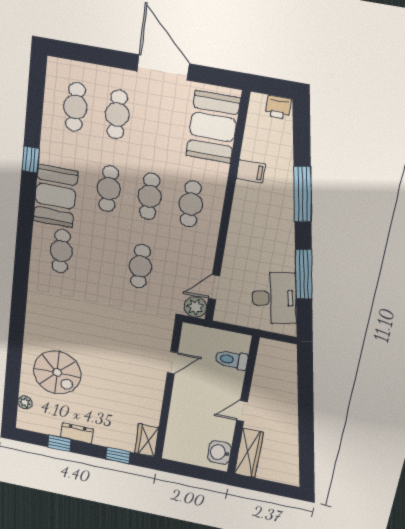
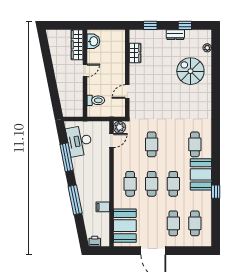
wardrobe: (147, 440) -> (135, 53), moved

